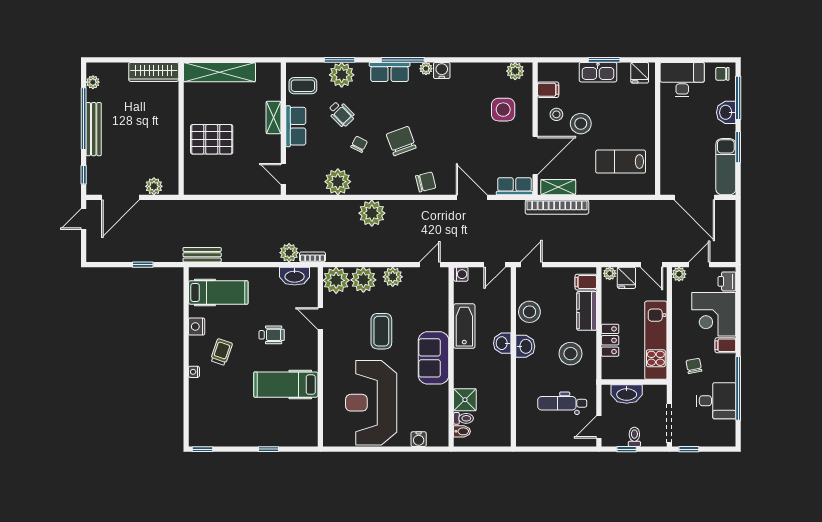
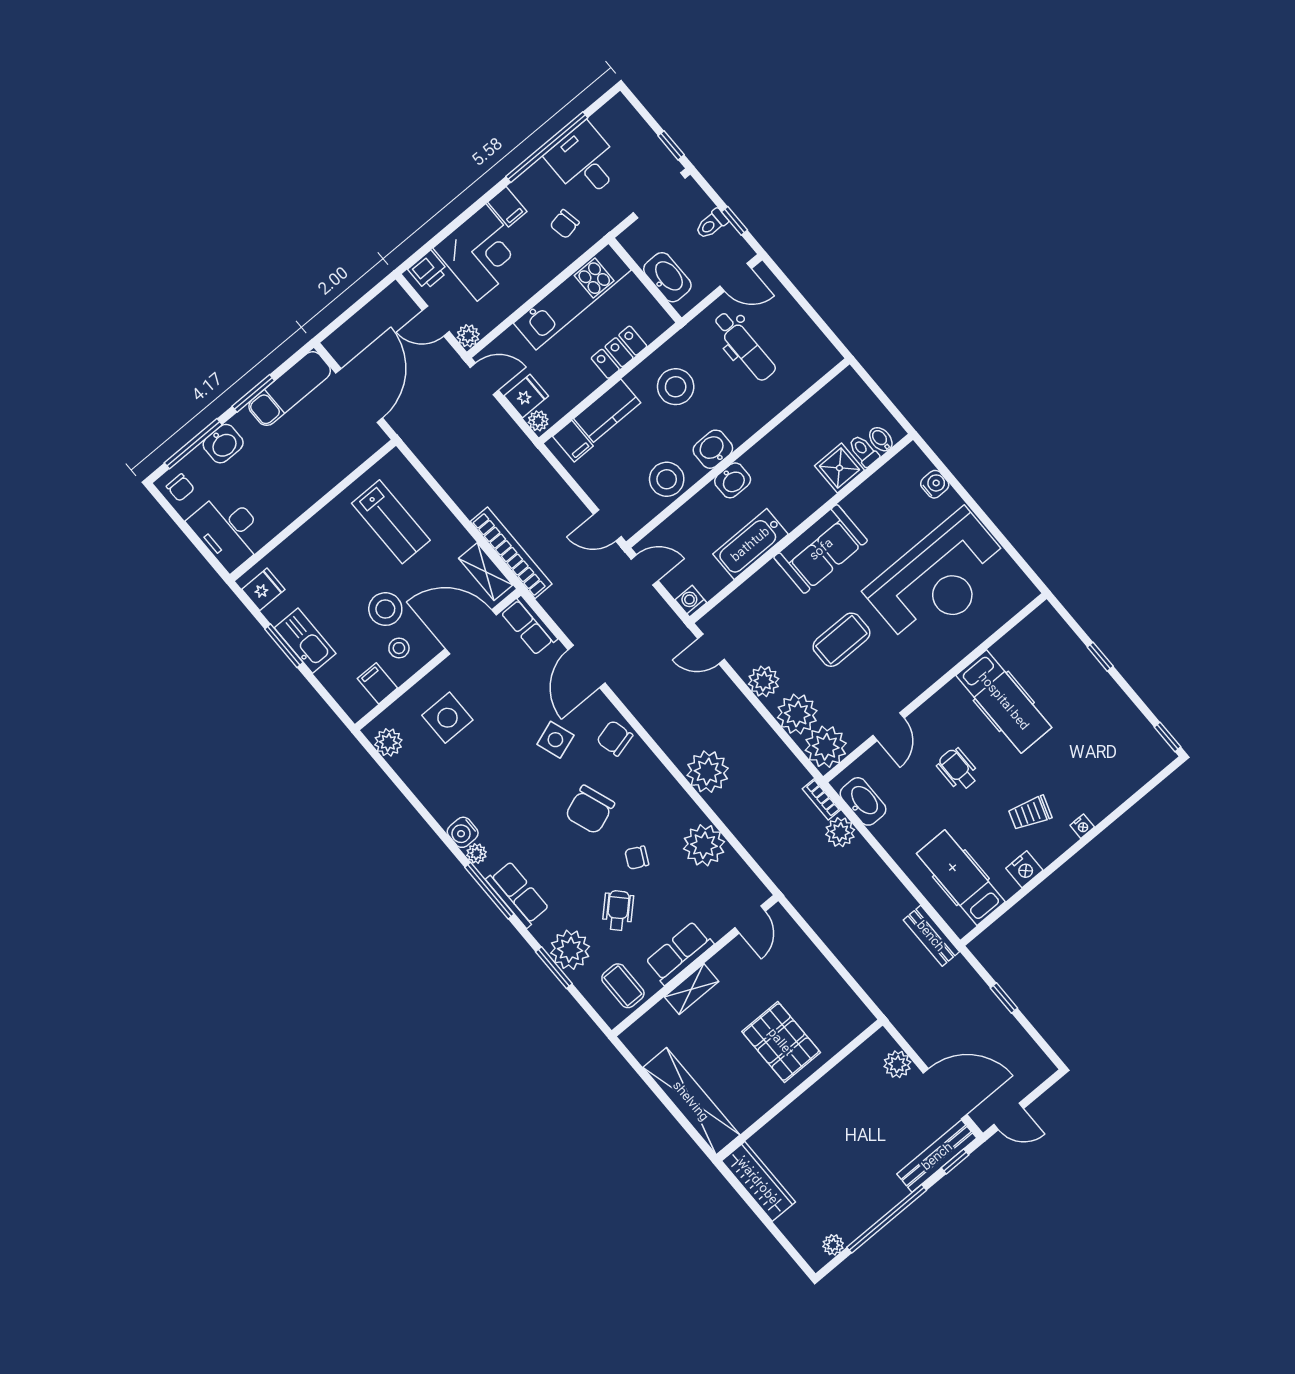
bench: (94, 129) -> (937, 1156), moved
side table: (449, 153) -> (555, 740), added
door: (652, 265) -> (484, 379), hinge flipped

